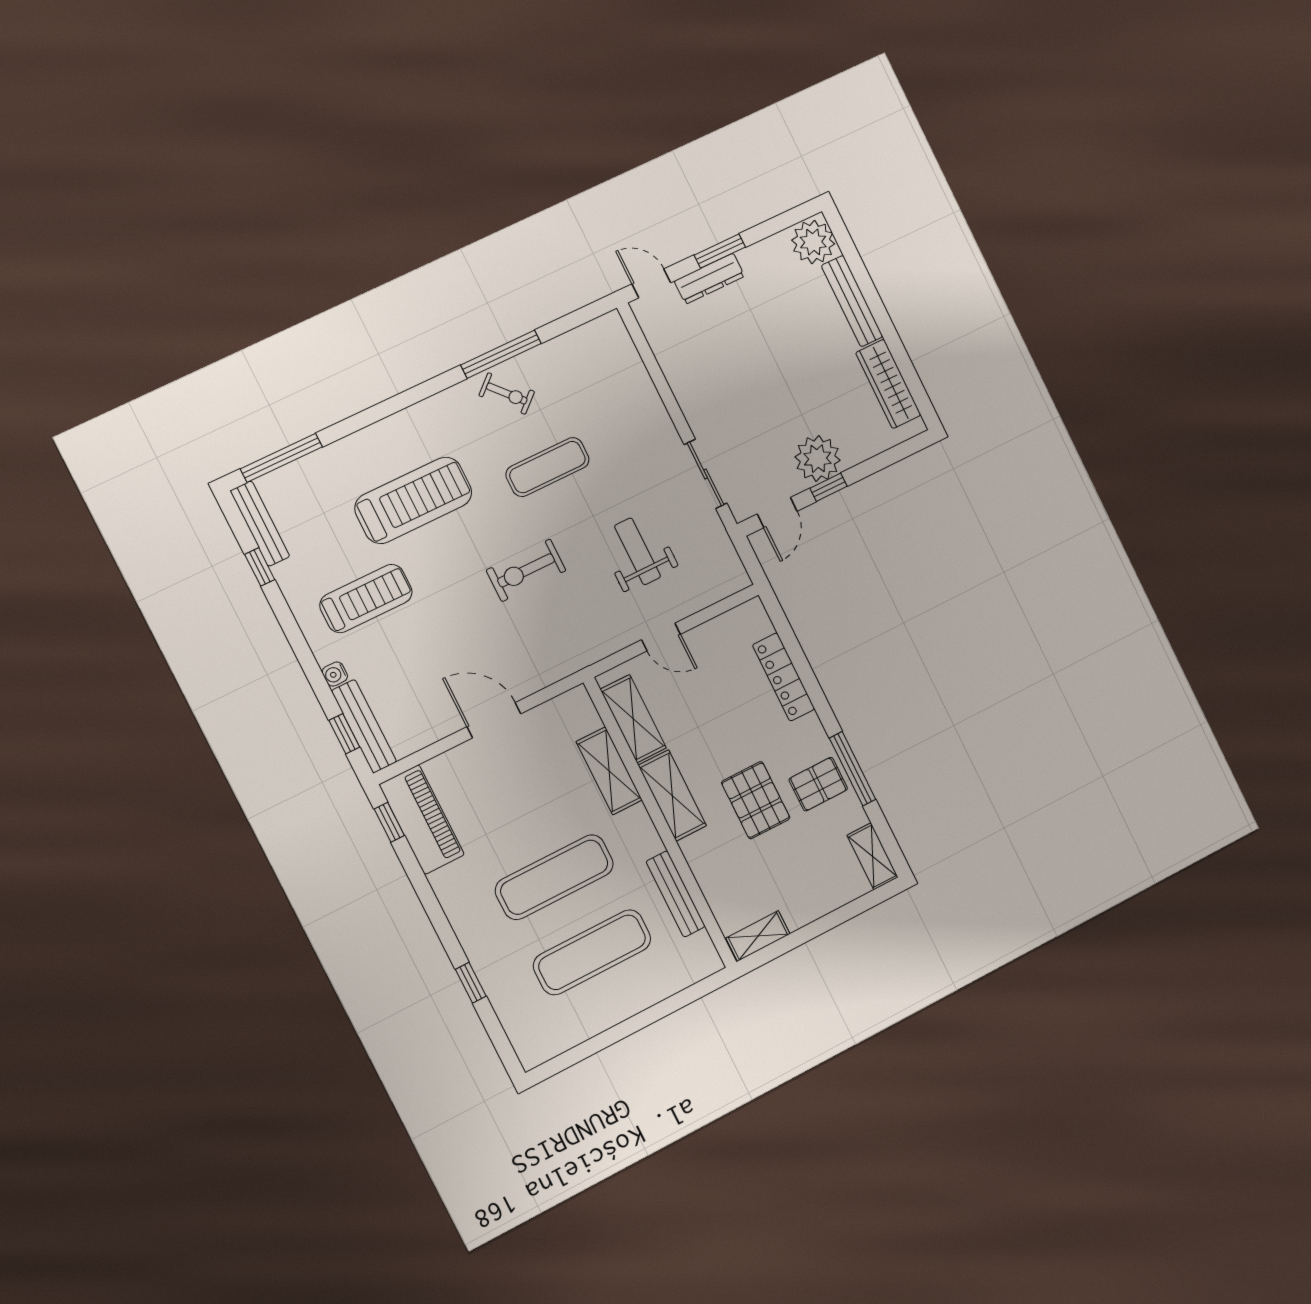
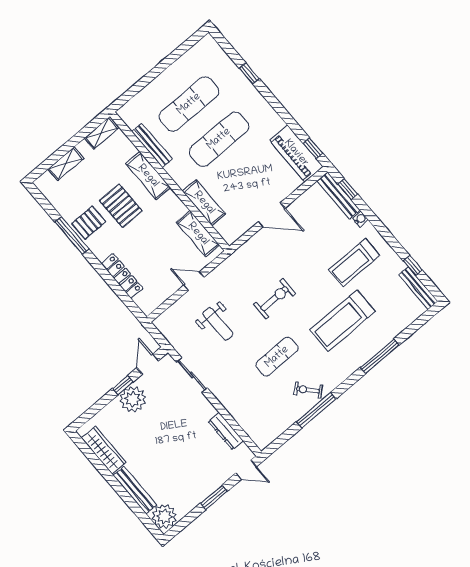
dresser: (709, 279) -> (226, 431), moved, turned -90
window: (281, 458) -> (380, 356), moved
shelving: (672, 795) -> (148, 176), moved
shelving: (873, 856) -> (66, 164), moved, turned 90

